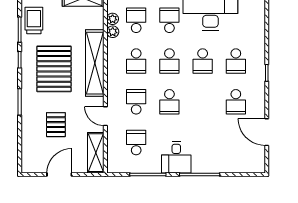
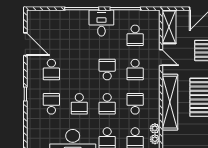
school desk: (169, 61) -> (107, 104), turned 180
school desk: (203, 61) -> (79, 104), turned 180
school desk: (236, 102) -> (51, 70), turned 180

